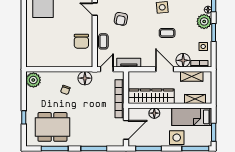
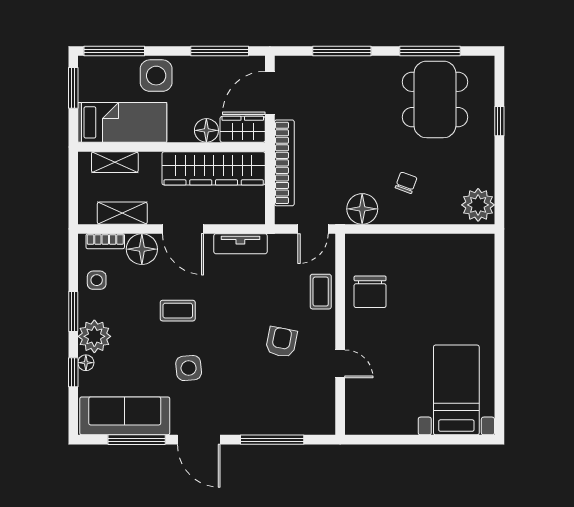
chair: (81, 41) -> (370, 292), turned 180
tv unit: (129, 63) -> (240, 244), moved
wardrobe: (138, 114) -> (243, 129), added
dining table: (52, 127) -> (435, 99), turned 90

